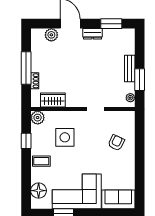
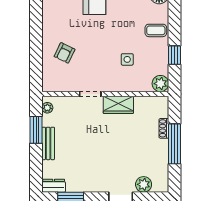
dresser: (93, 34) -> (54, 186), moved
wardrobe: (53, 100) -> (118, 105), moved
side table: (65, 137) -> (127, 59), width x0.54, depth x0.54

